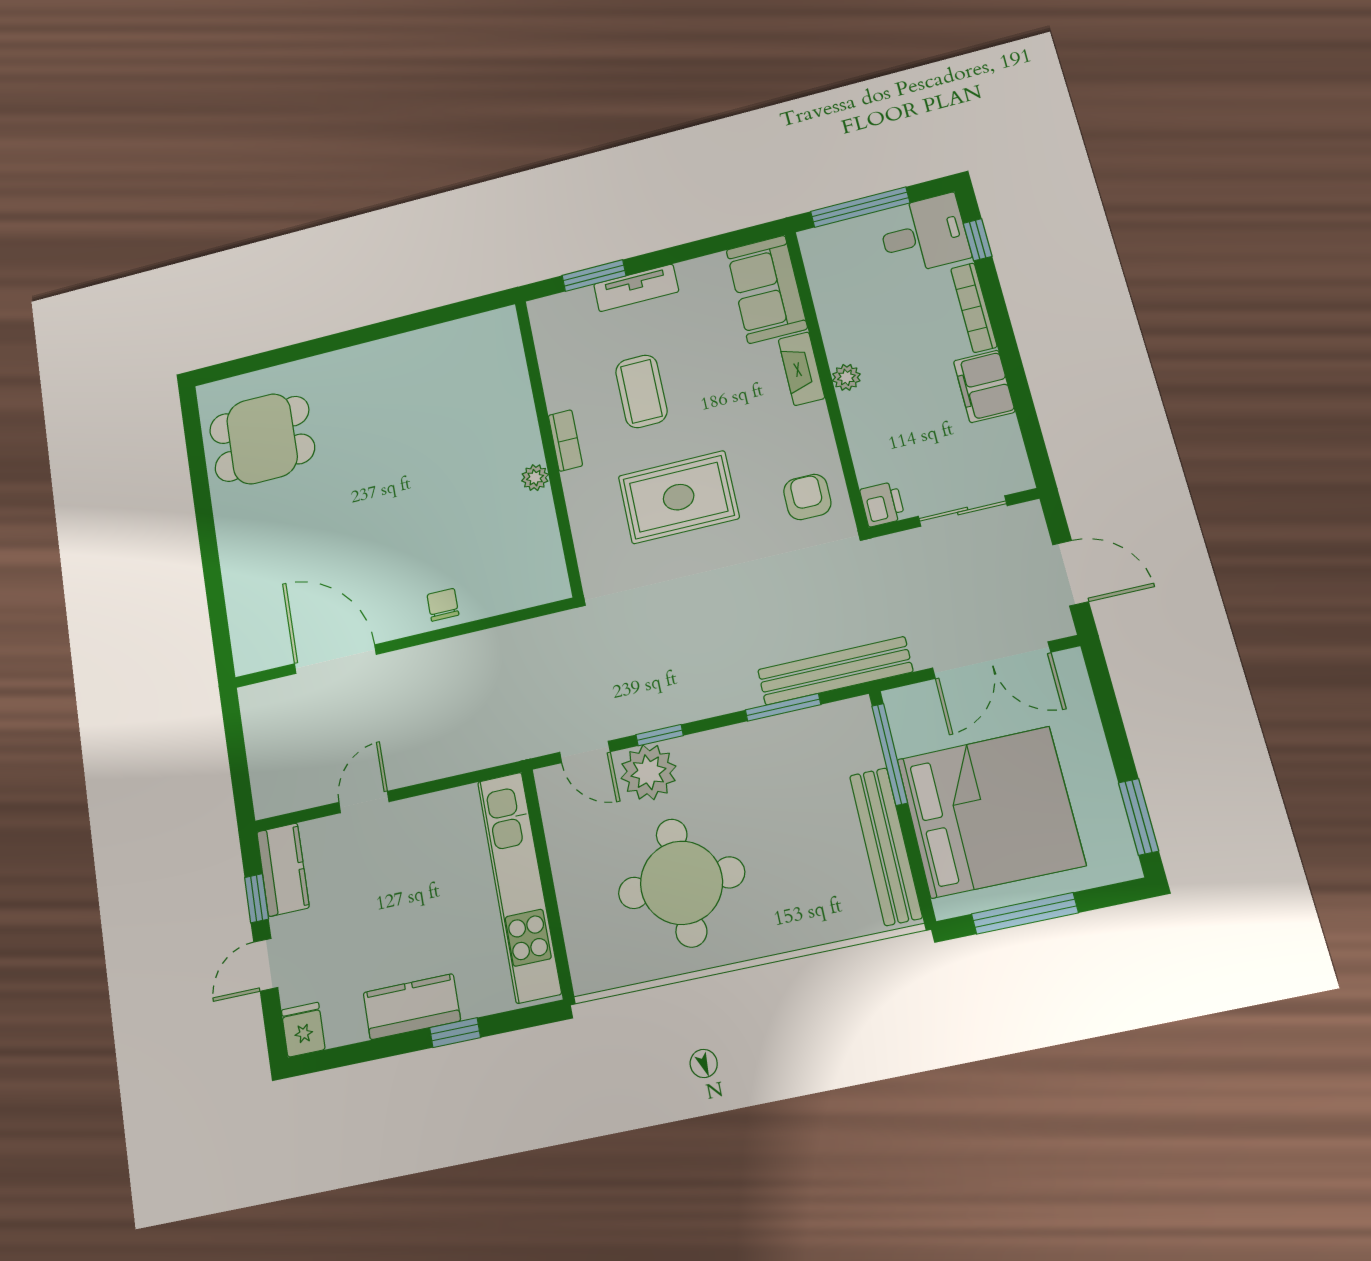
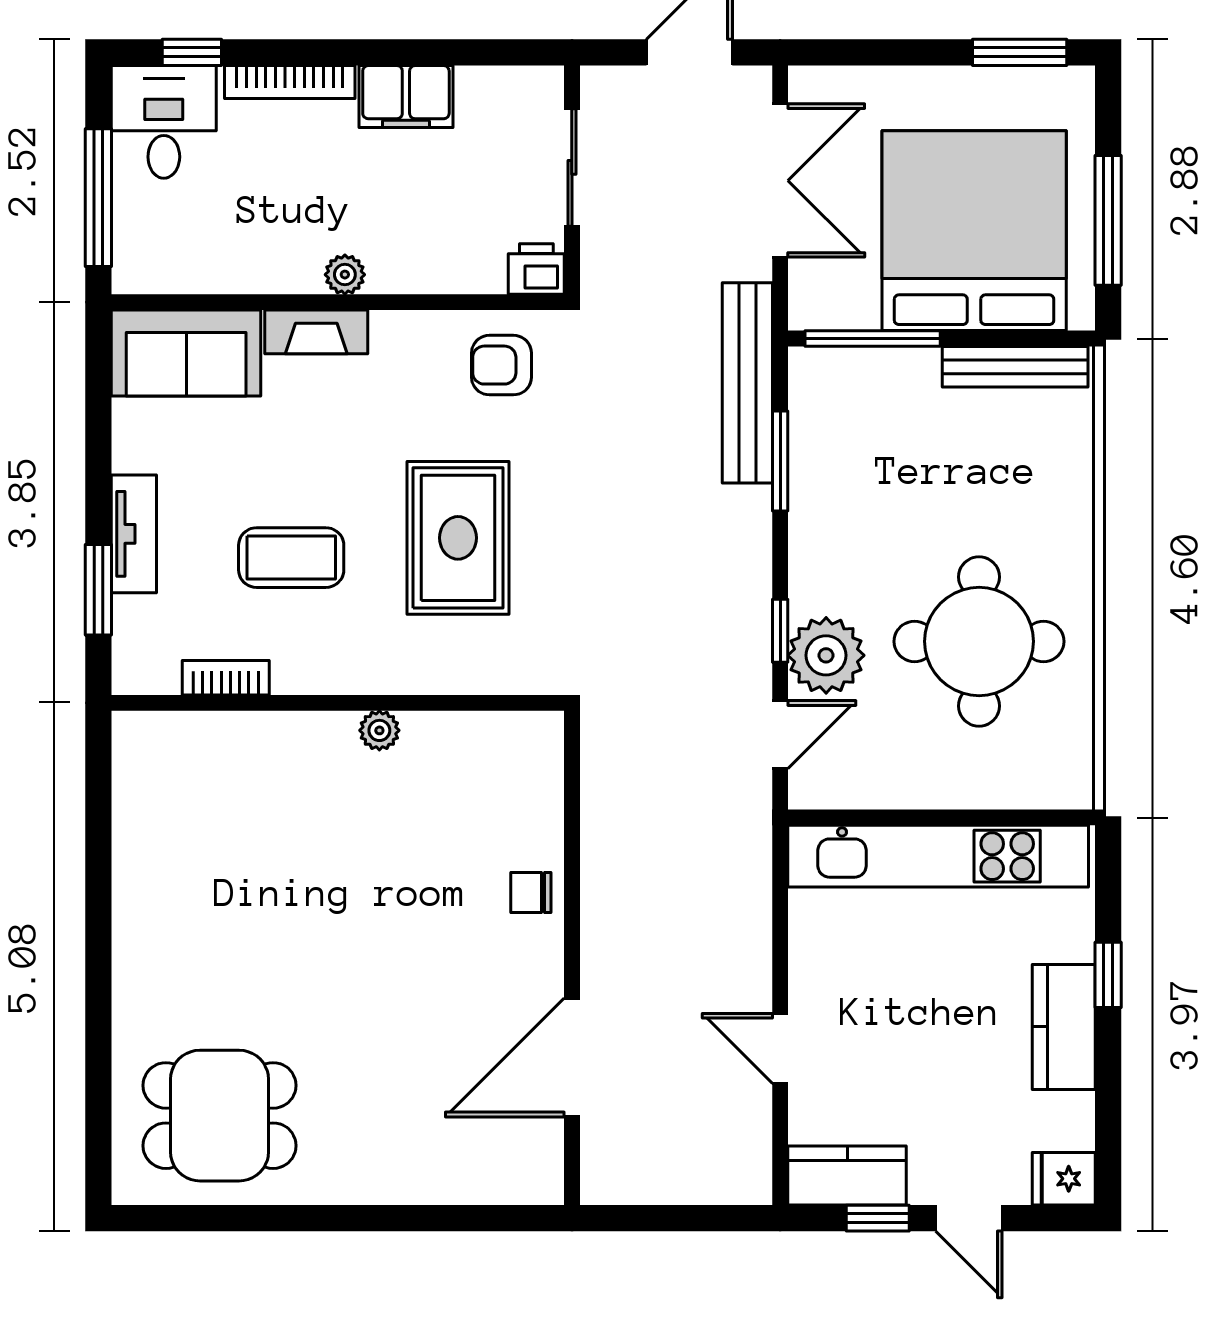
dining table: (262, 439) -> (220, 1116), turned 90
bookcase: (565, 440) -> (226, 678), moved
bench: (886, 846) -> (1015, 367), width x0.73, depth x0.82

